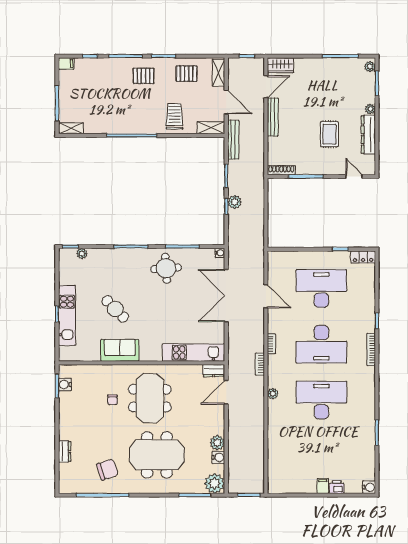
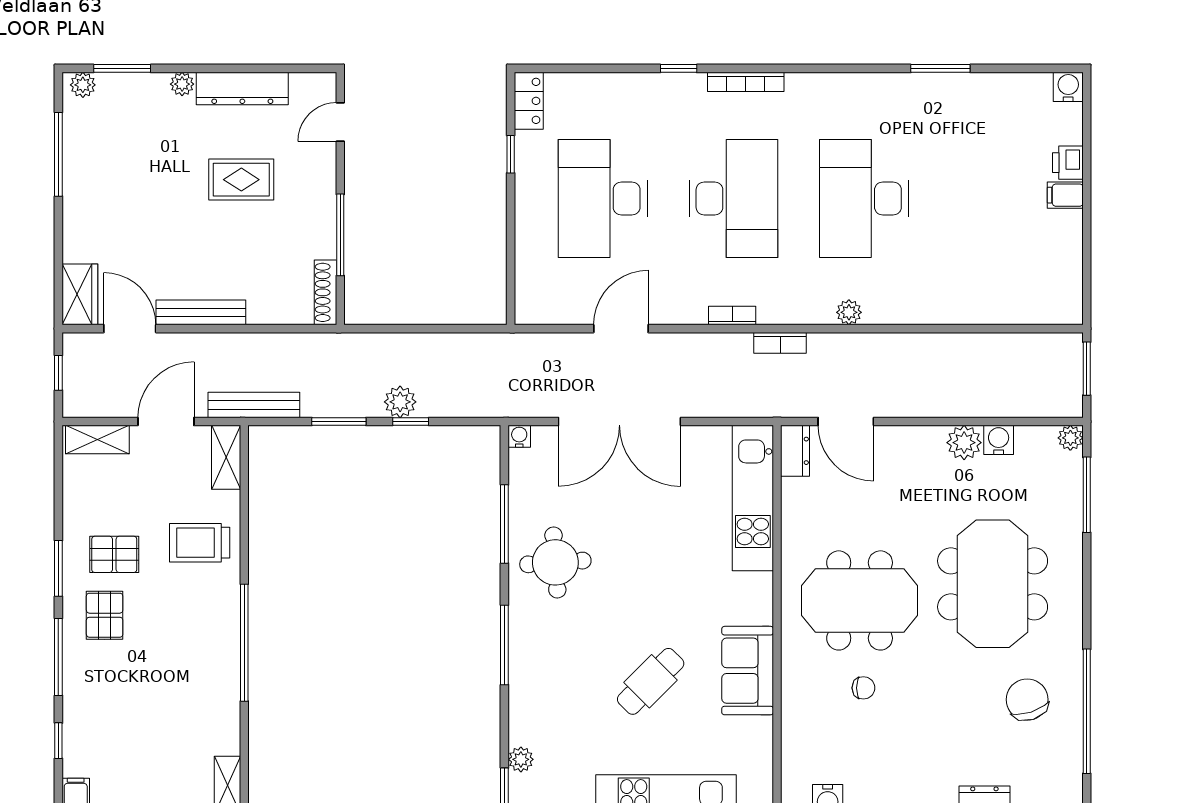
pallet: (187, 74) -> (114, 554), moved, turned 90
plant: (215, 483) -> (1070, 438), width x0.53, depth x0.53

